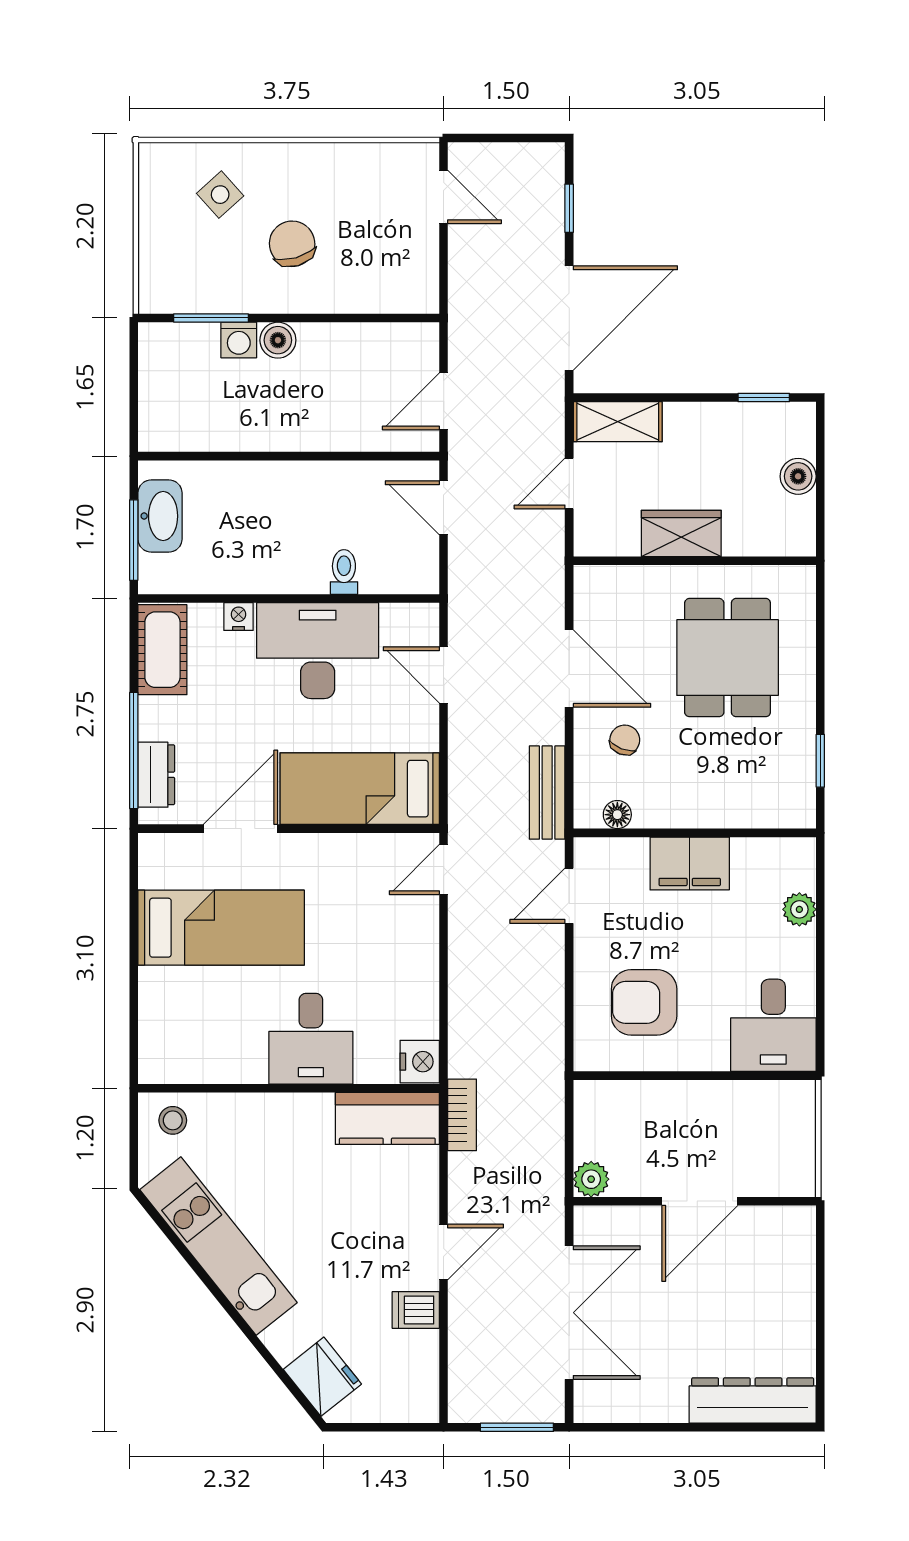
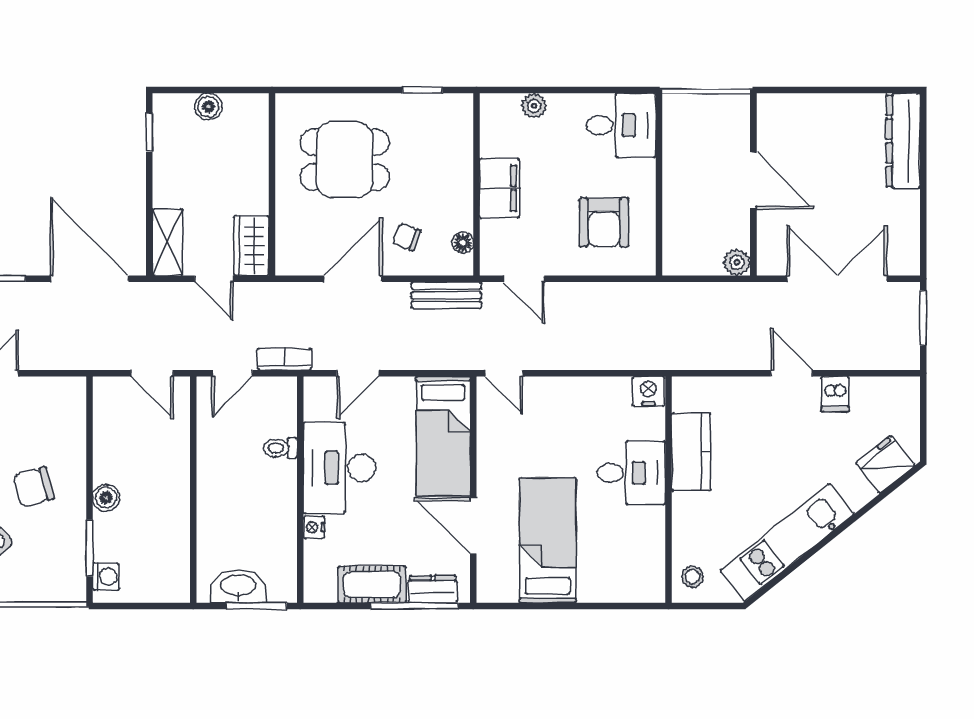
washing machine: (239, 340) -> (106, 577), moved
wardrobe: (681, 533) -> (251, 246), moved
cot: (162, 650) -> (372, 584), moved
bookcase: (462, 1115) -> (284, 359), moved
kitchen counter: (387, 1118) -> (691, 452), moved

